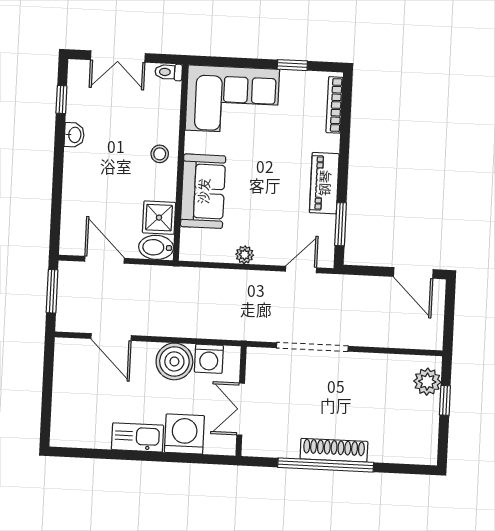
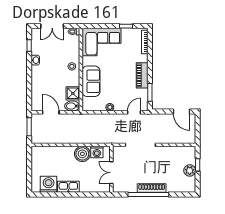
door: (111, 337) -> (55, 145), removed
plant: (427, 382) -> (190, 170), moved
washing machine: (184, 434) -> (49, 184), moved

